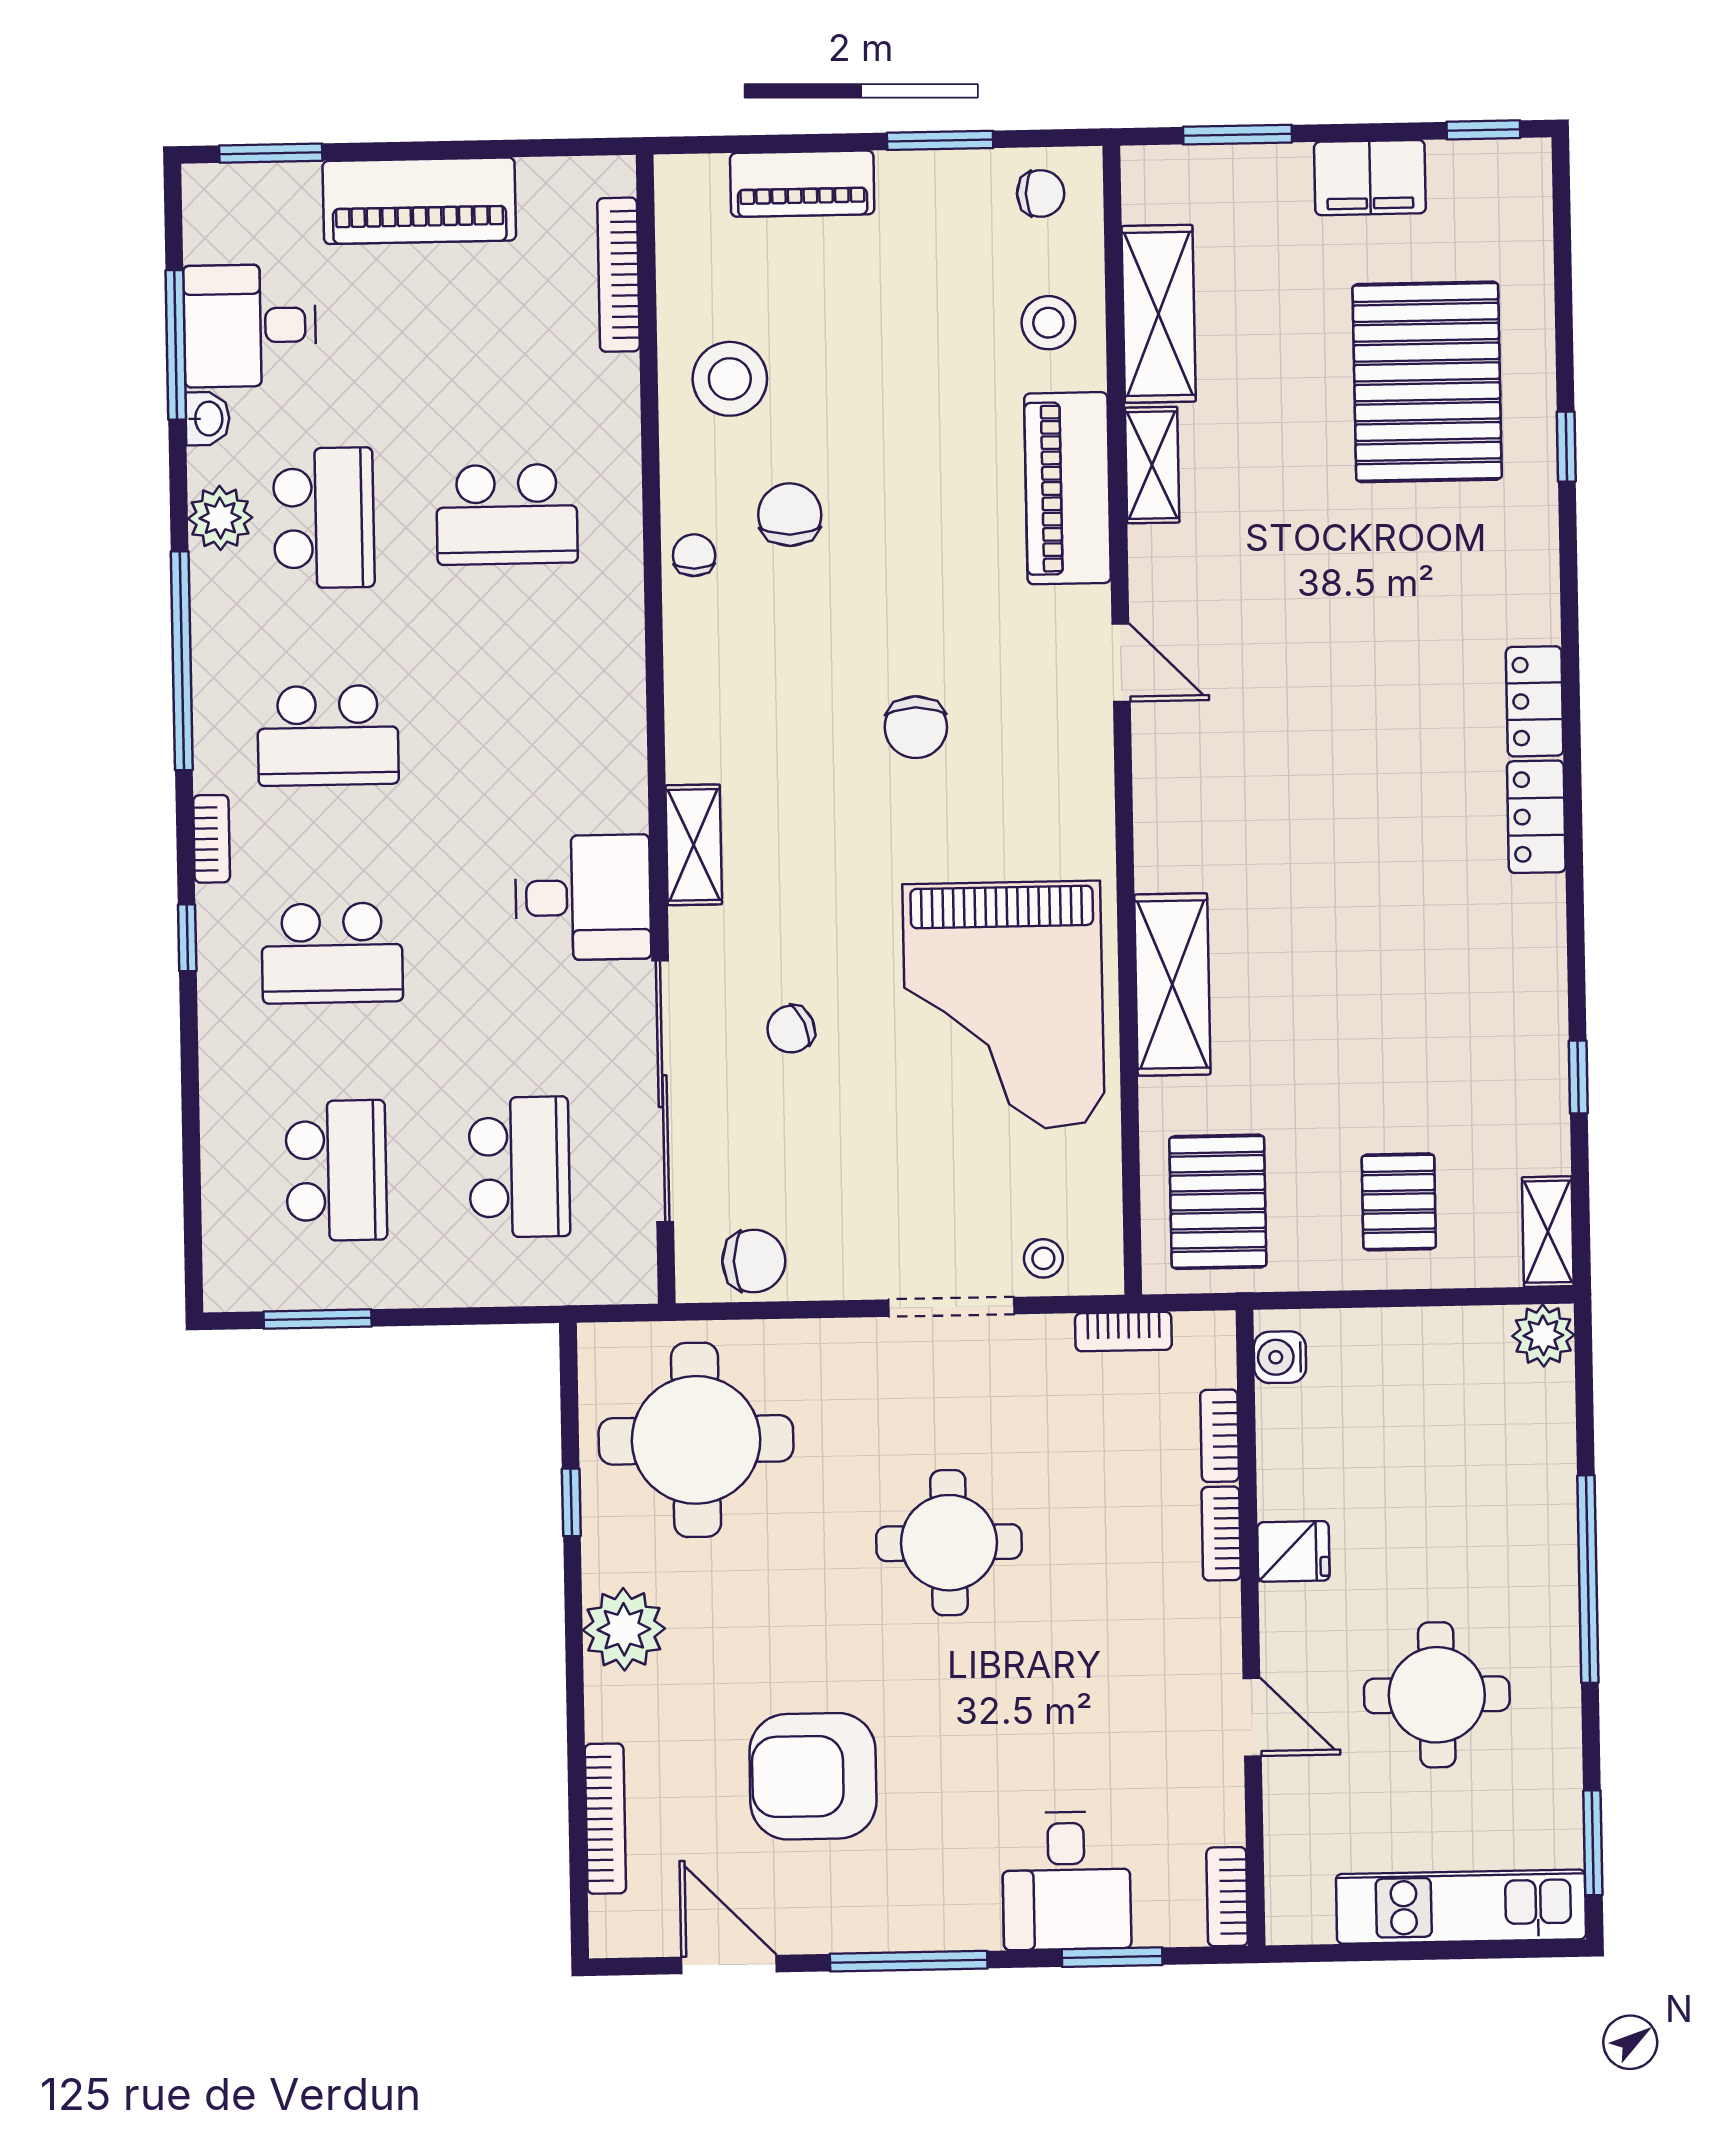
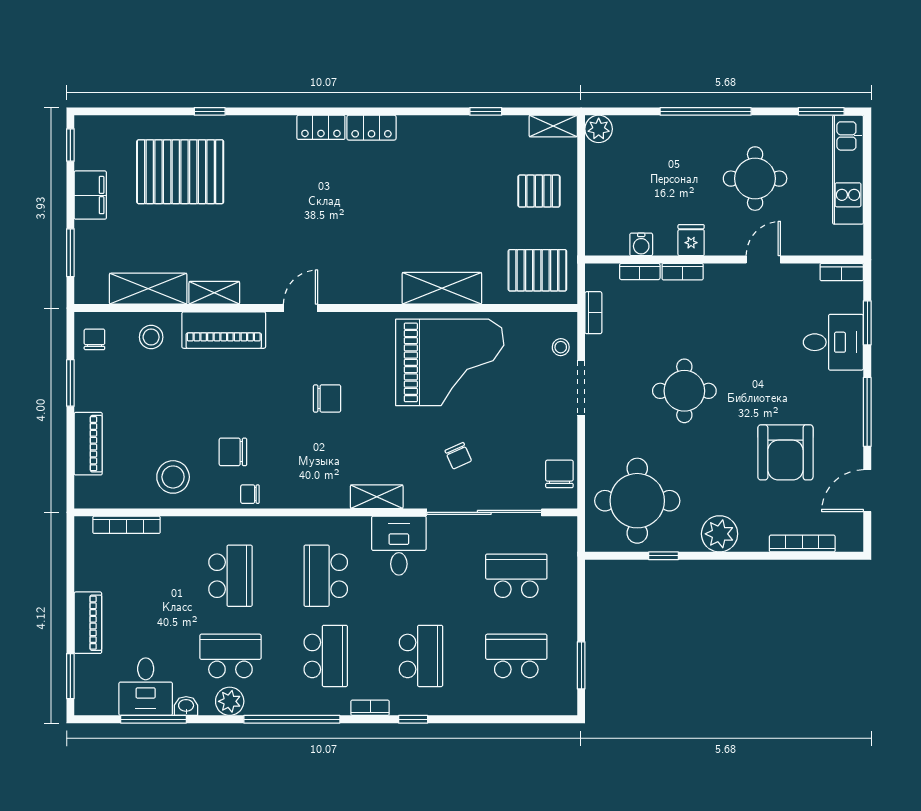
piano: (419, 201) -> (88, 623), width x0.73, depth x0.75
school desk: (511, 732) -> (326, 576), added
water cooler: (1280, 1357) -> (641, 244), moved

